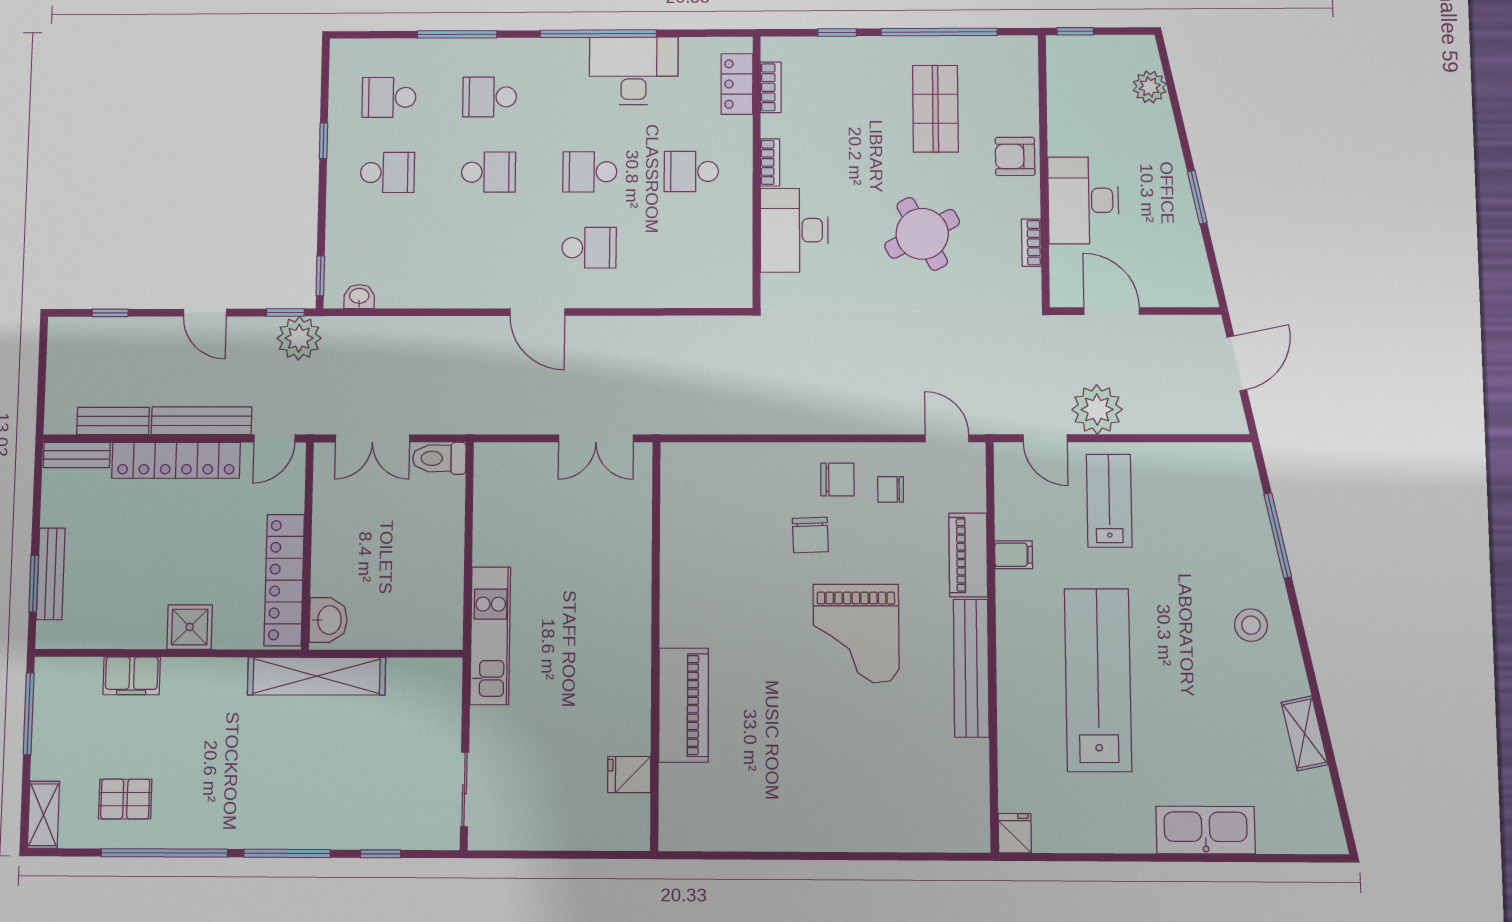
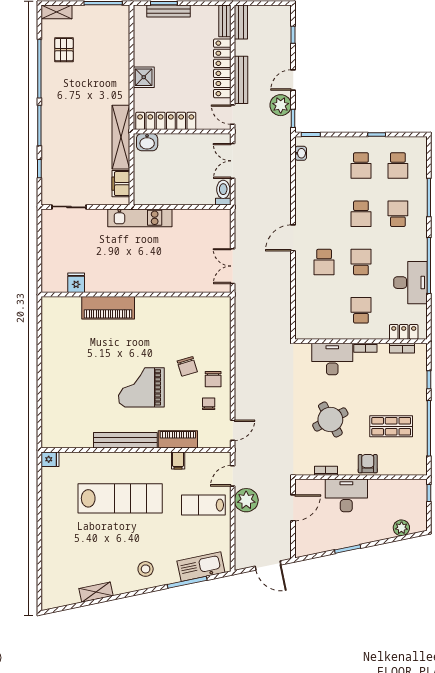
school desk: (389, 97) -> (398, 165), turned 180
plant: (299, 338) -> (281, 105), moved
bench: (113, 421) -> (241, 22), moved
lab bench: (1109, 501) -> (203, 505), turned 180
chair: (810, 535) -> (187, 366), turned -105
filing cabinet: (132, 676) -> (121, 184), moved
kitchen sink: (1206, 830) -> (201, 567), moved, turned -102

